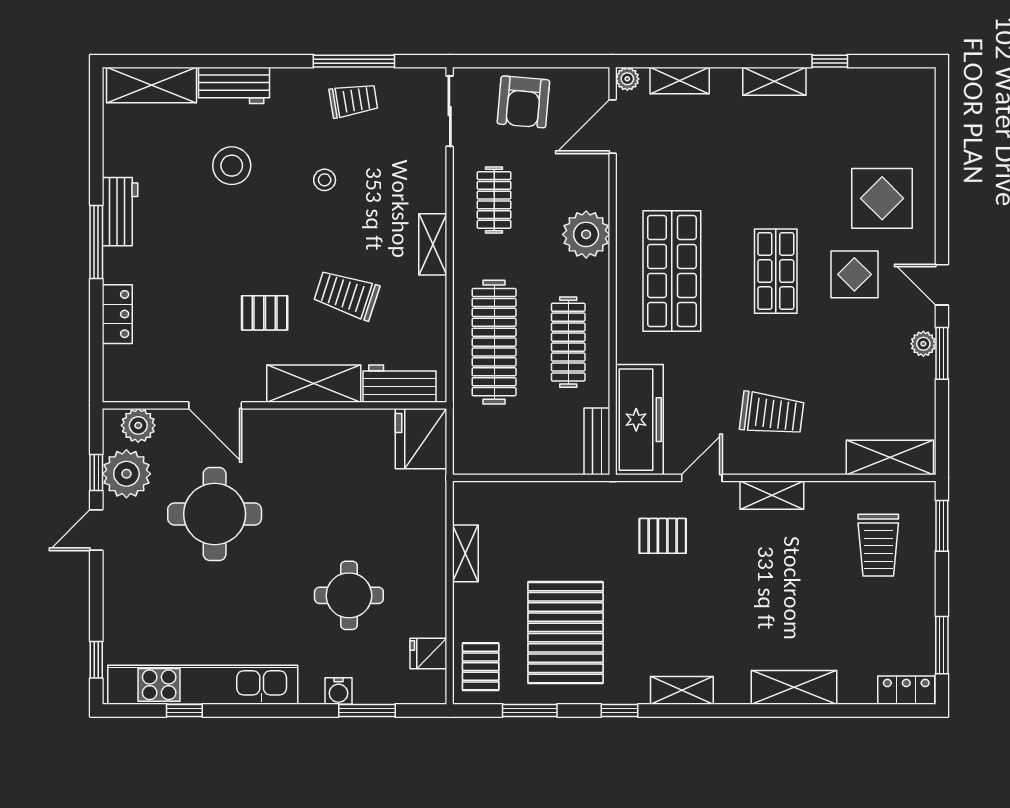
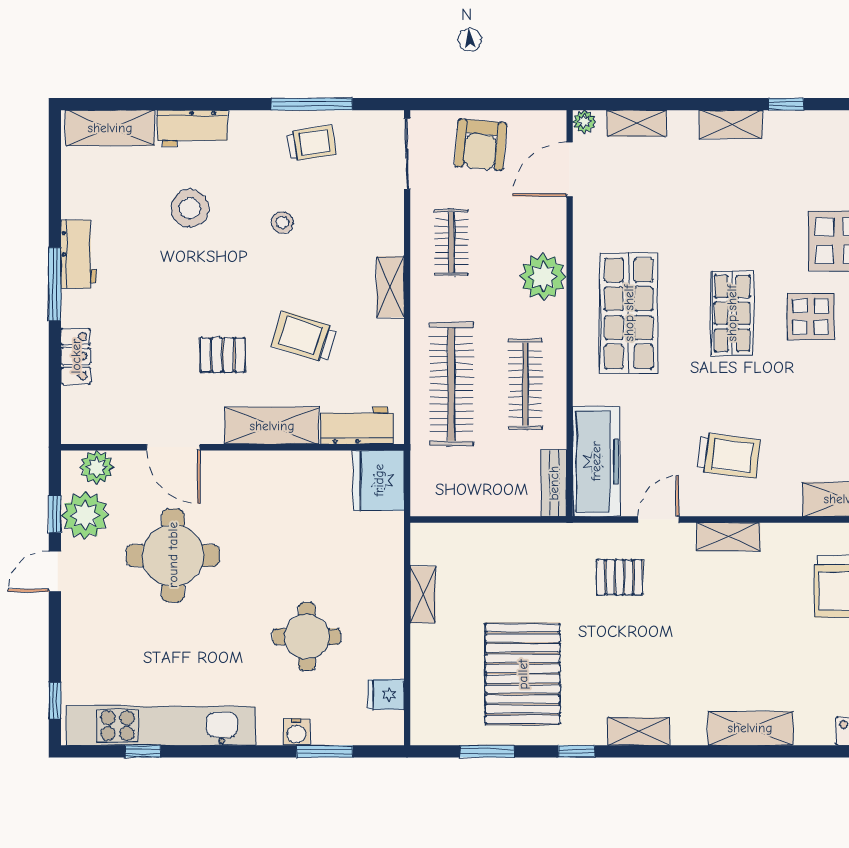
pallet: (481, 667) -> (438, 708), removed

